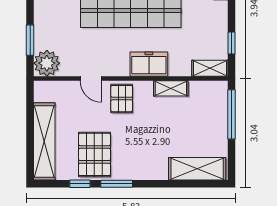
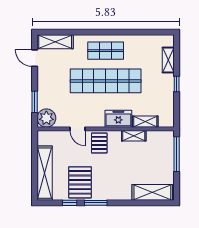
window: (232, 43) -> (177, 84), moved
shelving: (210, 68) -> (145, 122), moved

